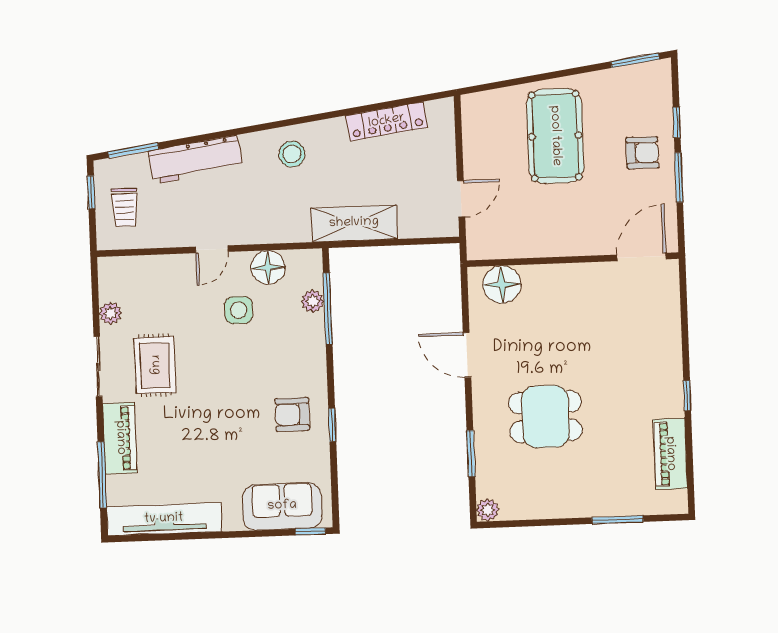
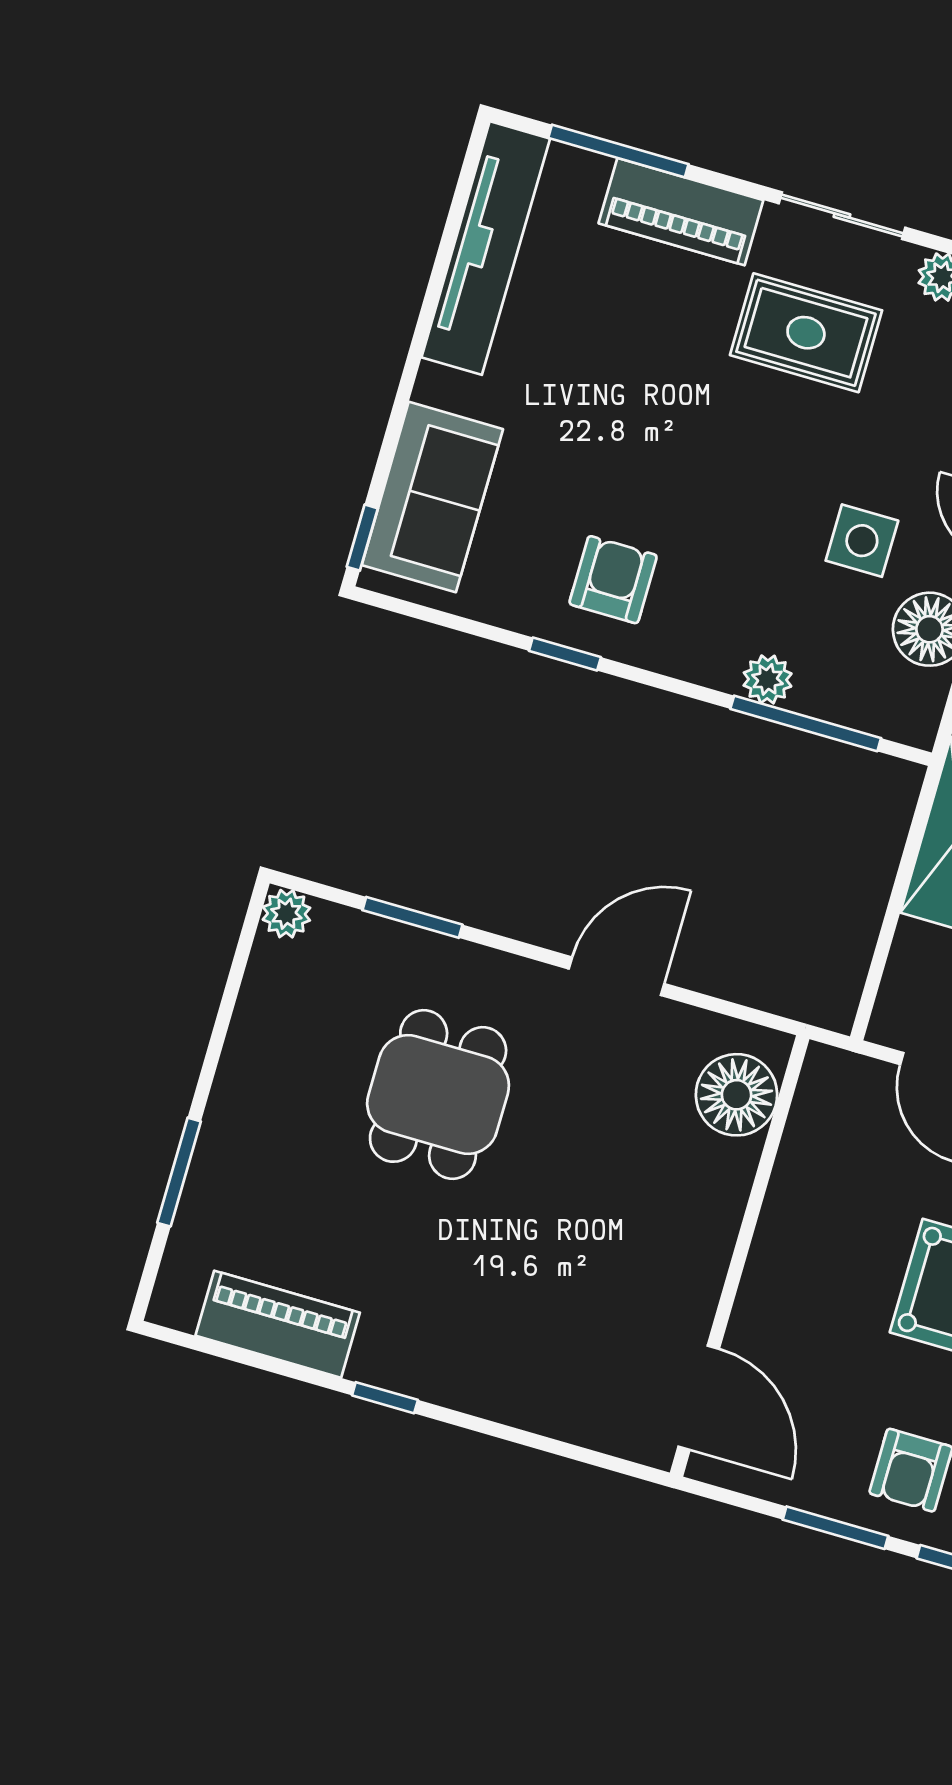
plant: (313, 301) -> (768, 679), moved

